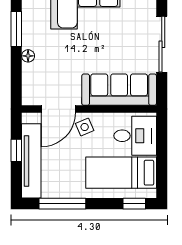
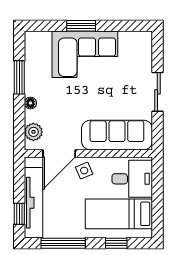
sliding door: (162, 44) -> (157, 92), width x0.73
plant: (31, 86) -> (33, 132), added
window: (16, 150) -> (19, 214), moved
window: (134, 204) -> (116, 243), moved

